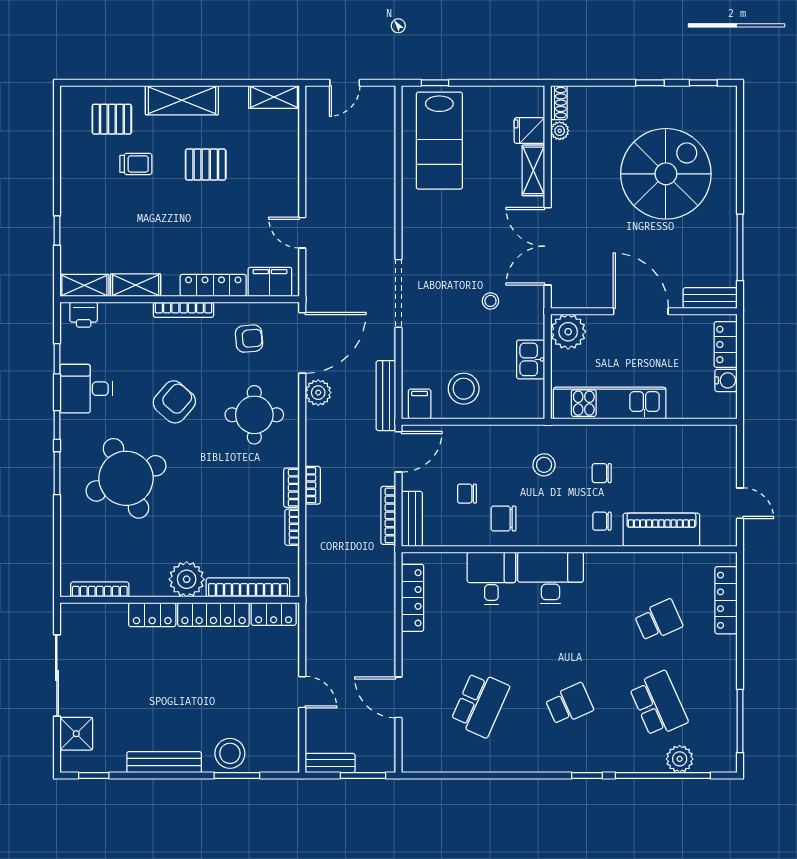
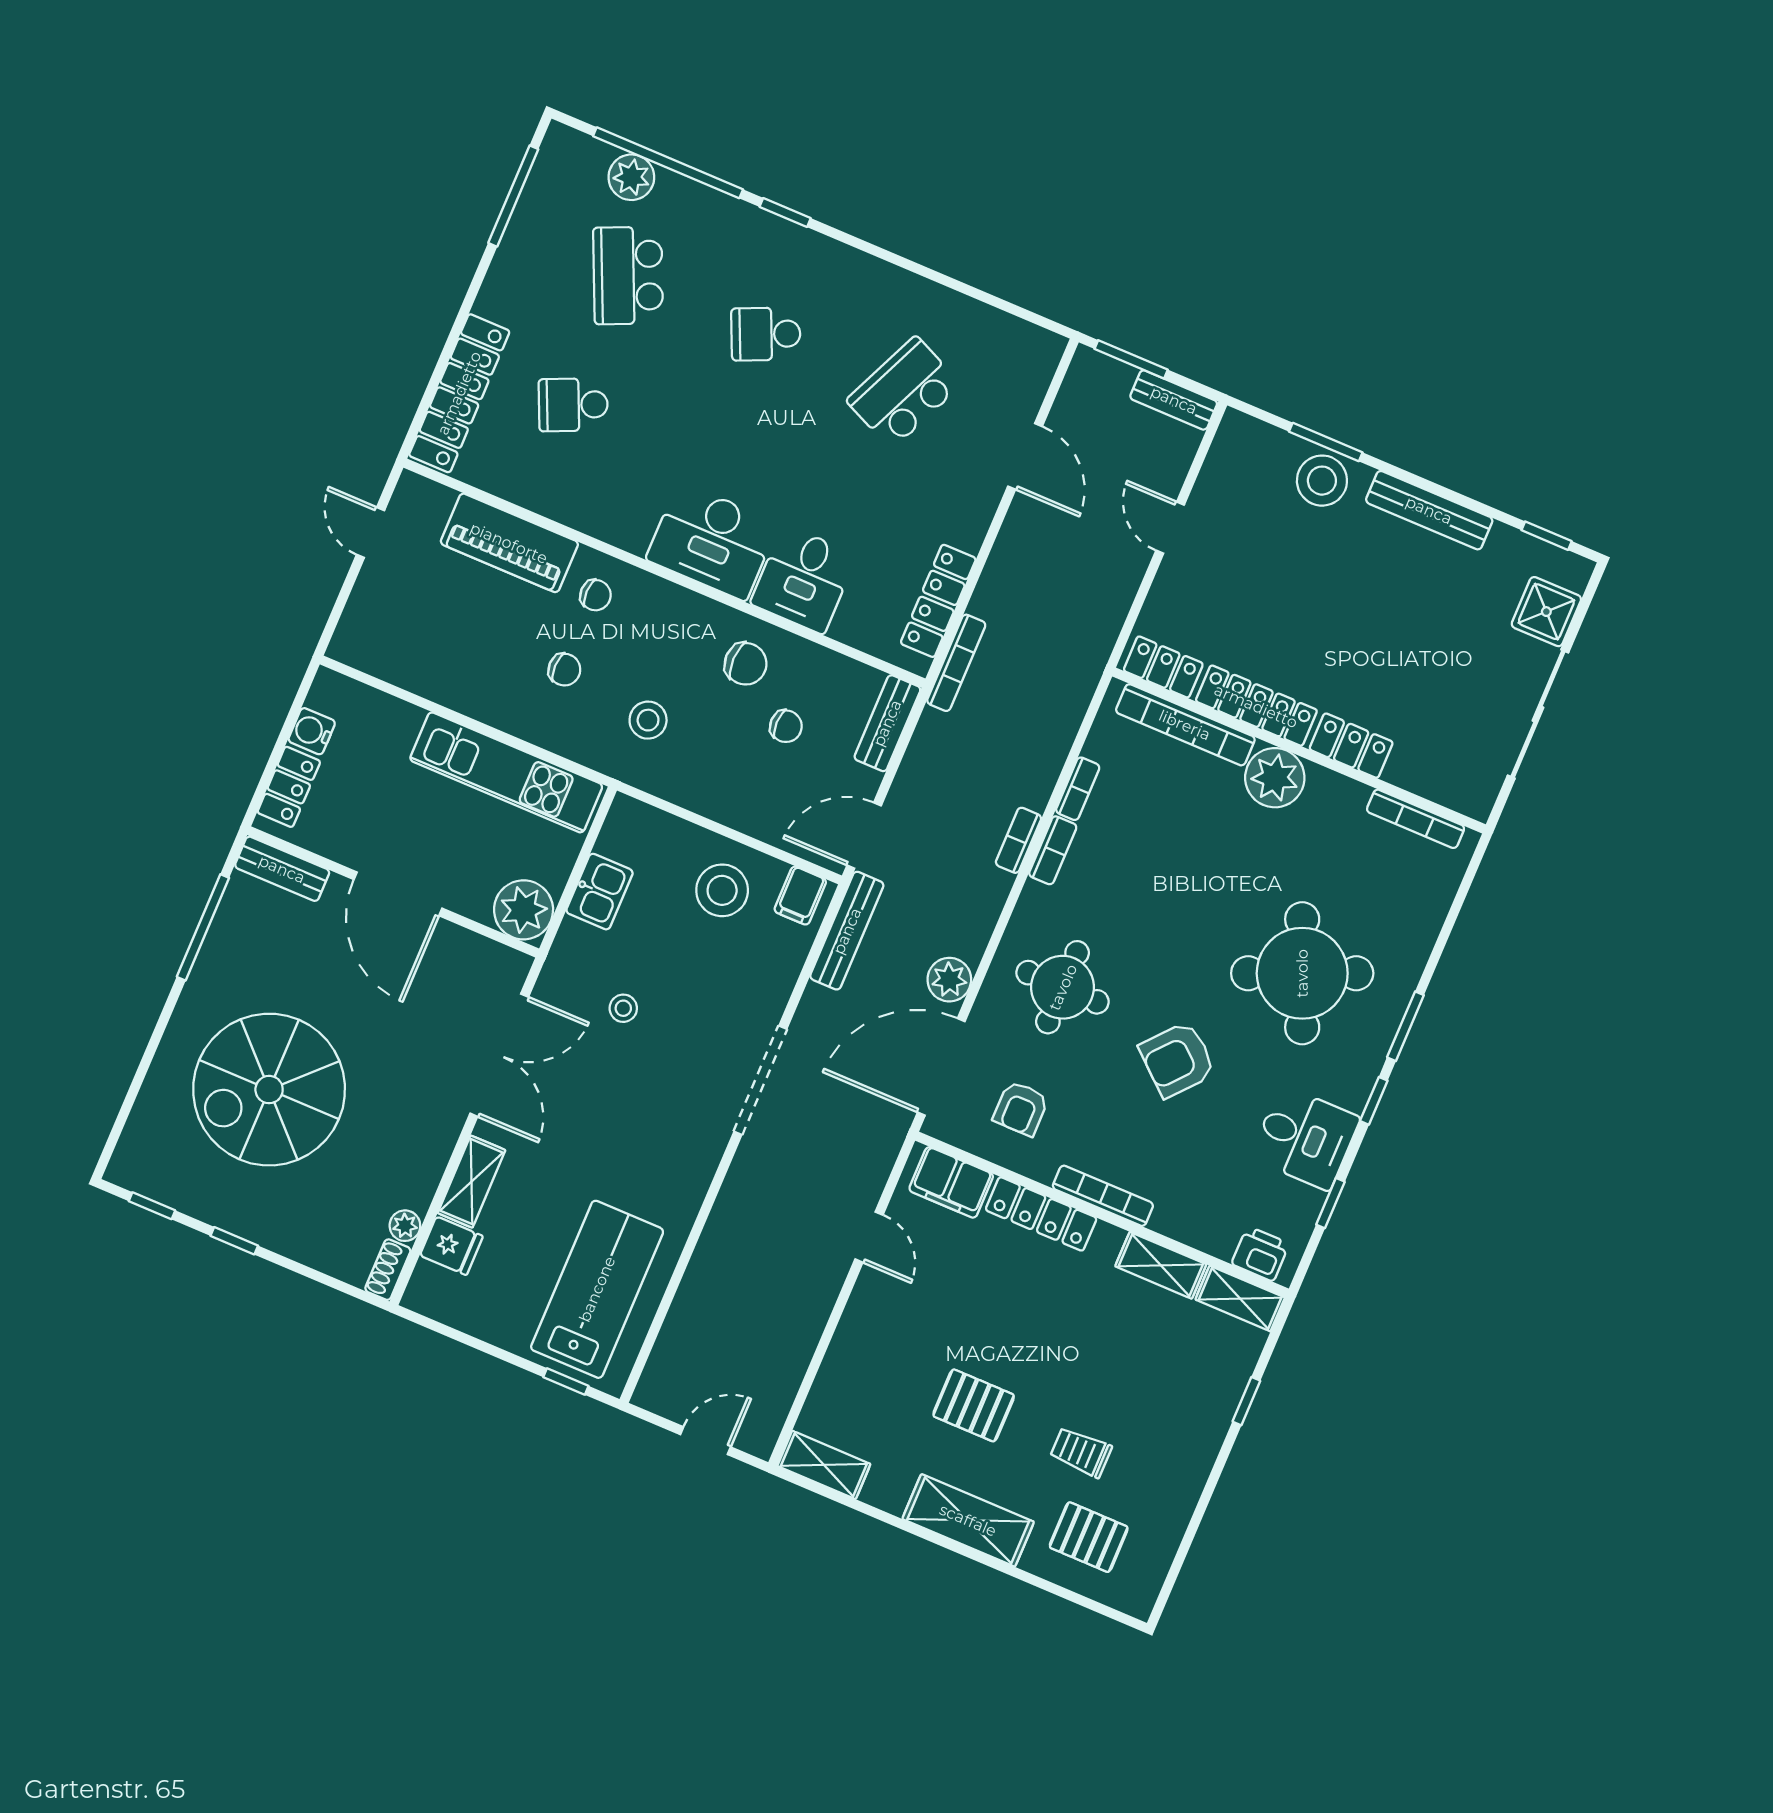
armchair: (249, 339) -> (1021, 1108), turned -85
bookcase: (388, 515) -> (956, 663), moved
locker: (726, 600) -> (459, 393), width x1.41, depth x1.21

